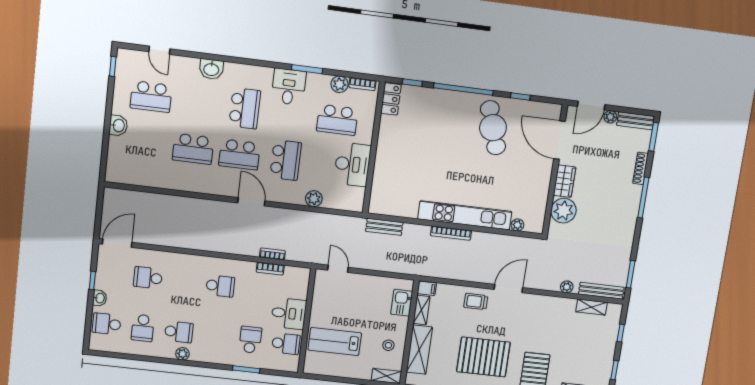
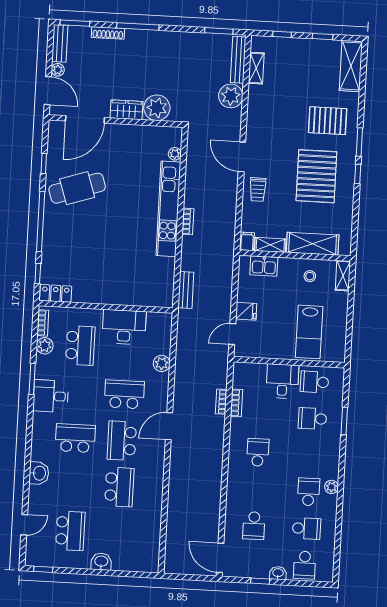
school desk: (239, 154) -> (122, 441), turned 180
bookcase: (451, 233) -> (188, 221), width x0.64
fridge: (359, 283) -> (246, 311), added
plant: (567, 287) -> (231, 96), width x1.88, depth x1.88
school desk: (286, 344) -> (314, 382), turned -90

